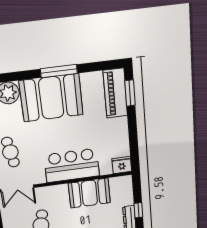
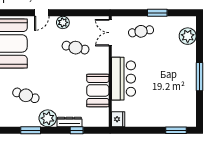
piano: (115, 93) -> (177, 119), removed
booth: (51, 98) -> (180, 68), removed

